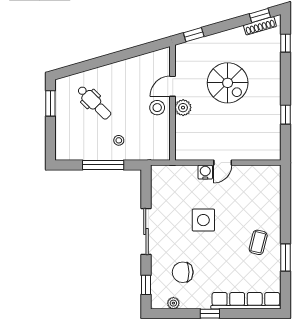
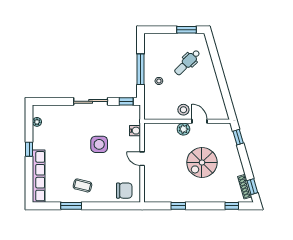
water cooler: (205, 172) -> (135, 131), moved
chair: (183, 272) -> (124, 191), moved, turned 90
window: (146, 285) -> (126, 101), moved

